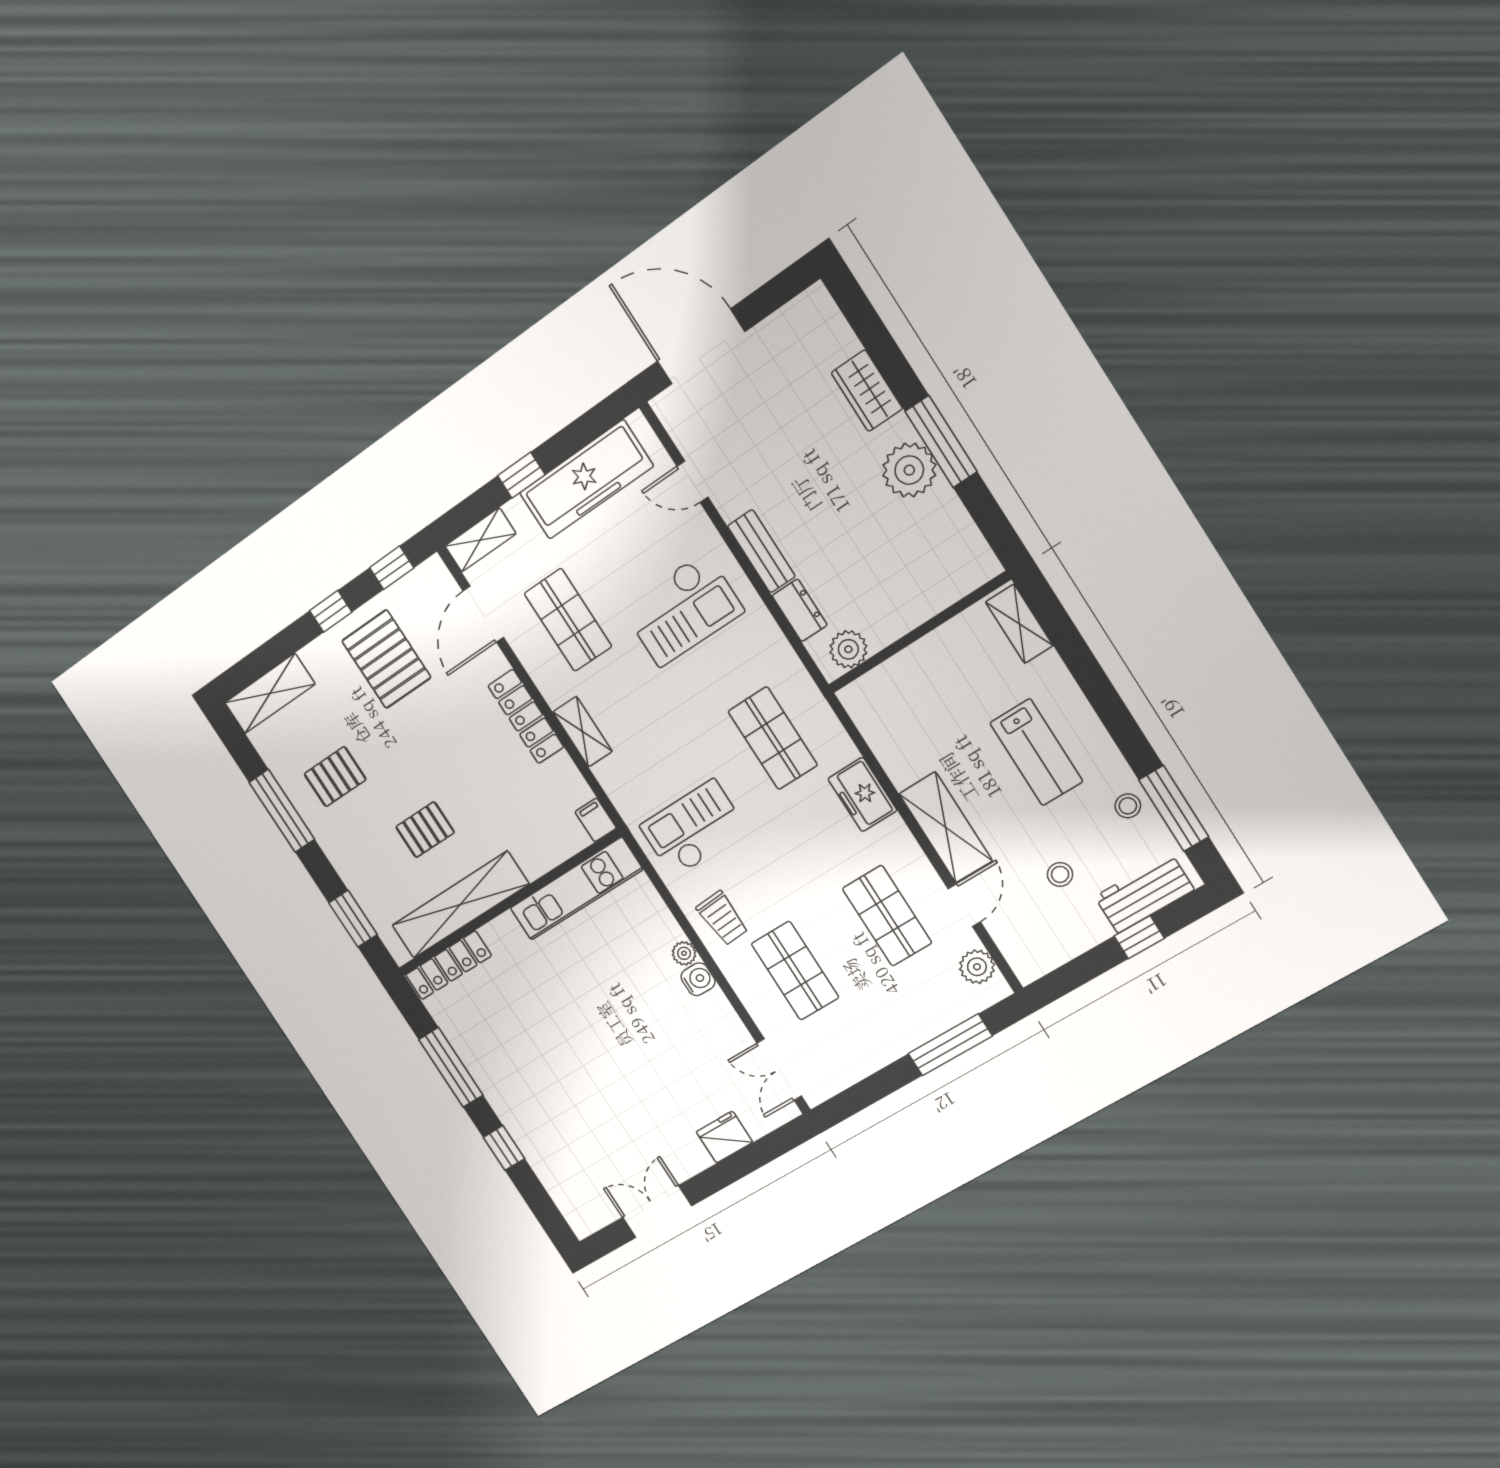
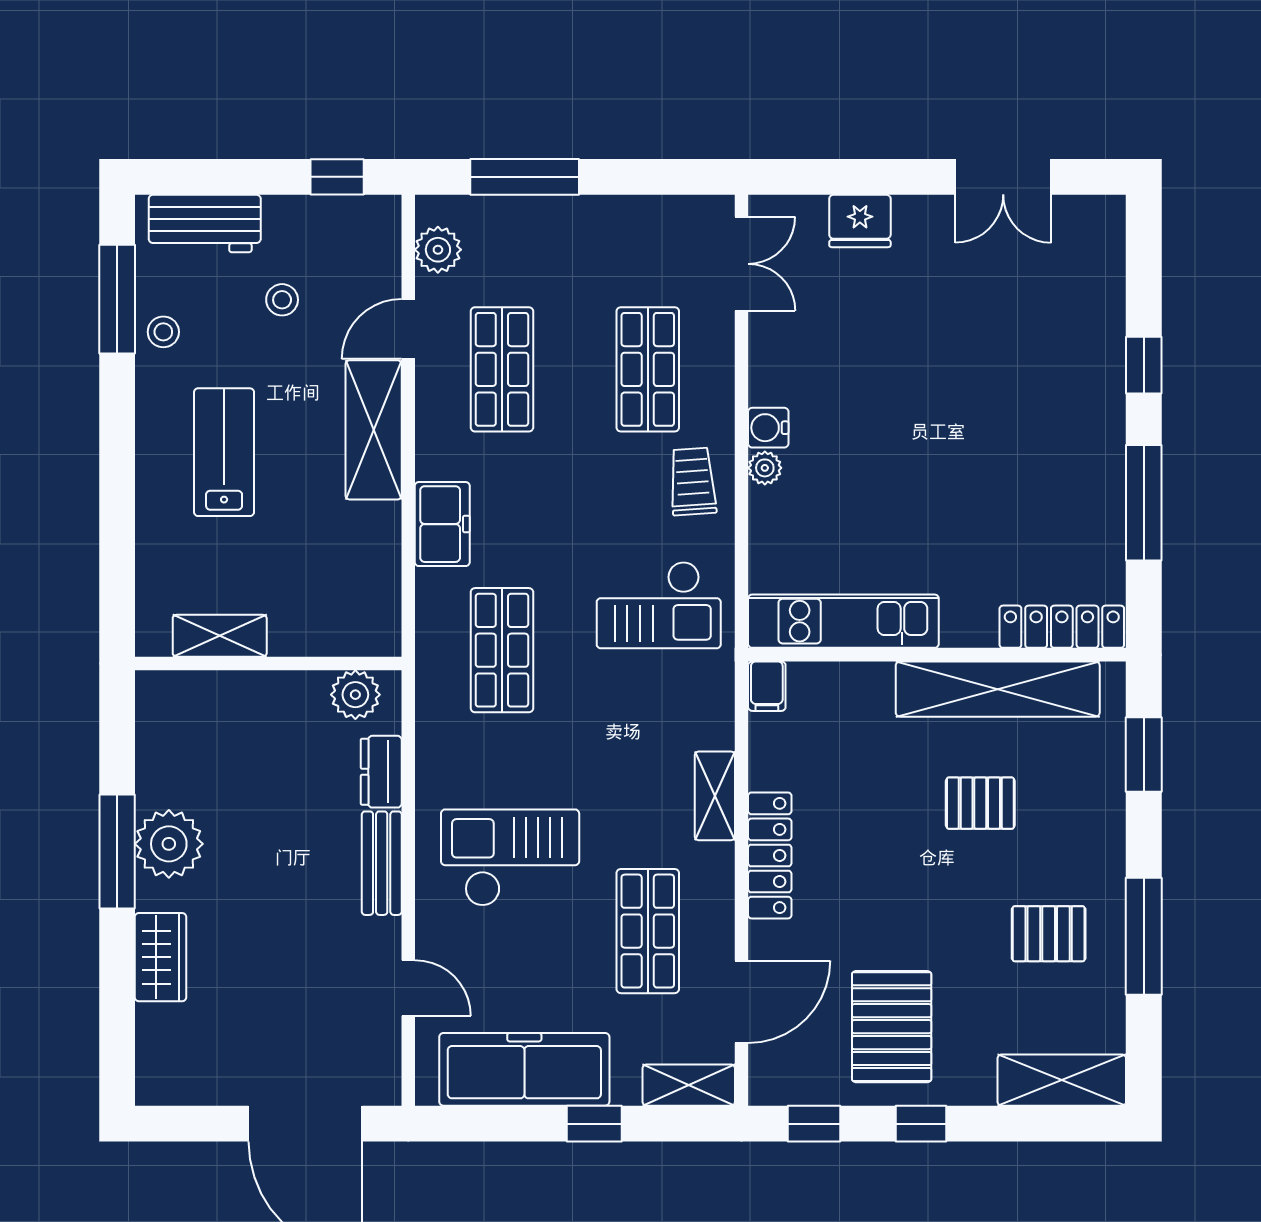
shelving: (1019, 624) -> (220, 636), moved, turned 90
window: (1139, 937) -> (337, 177), moved

